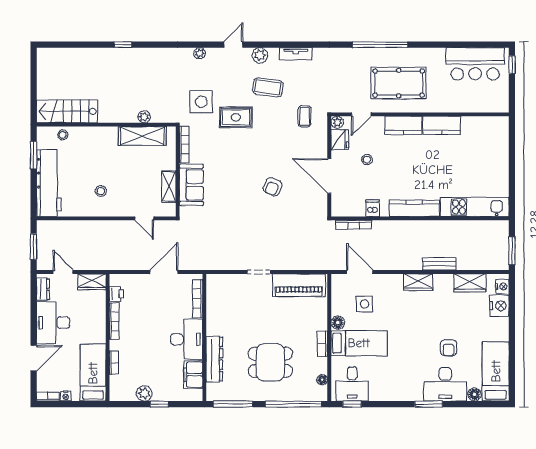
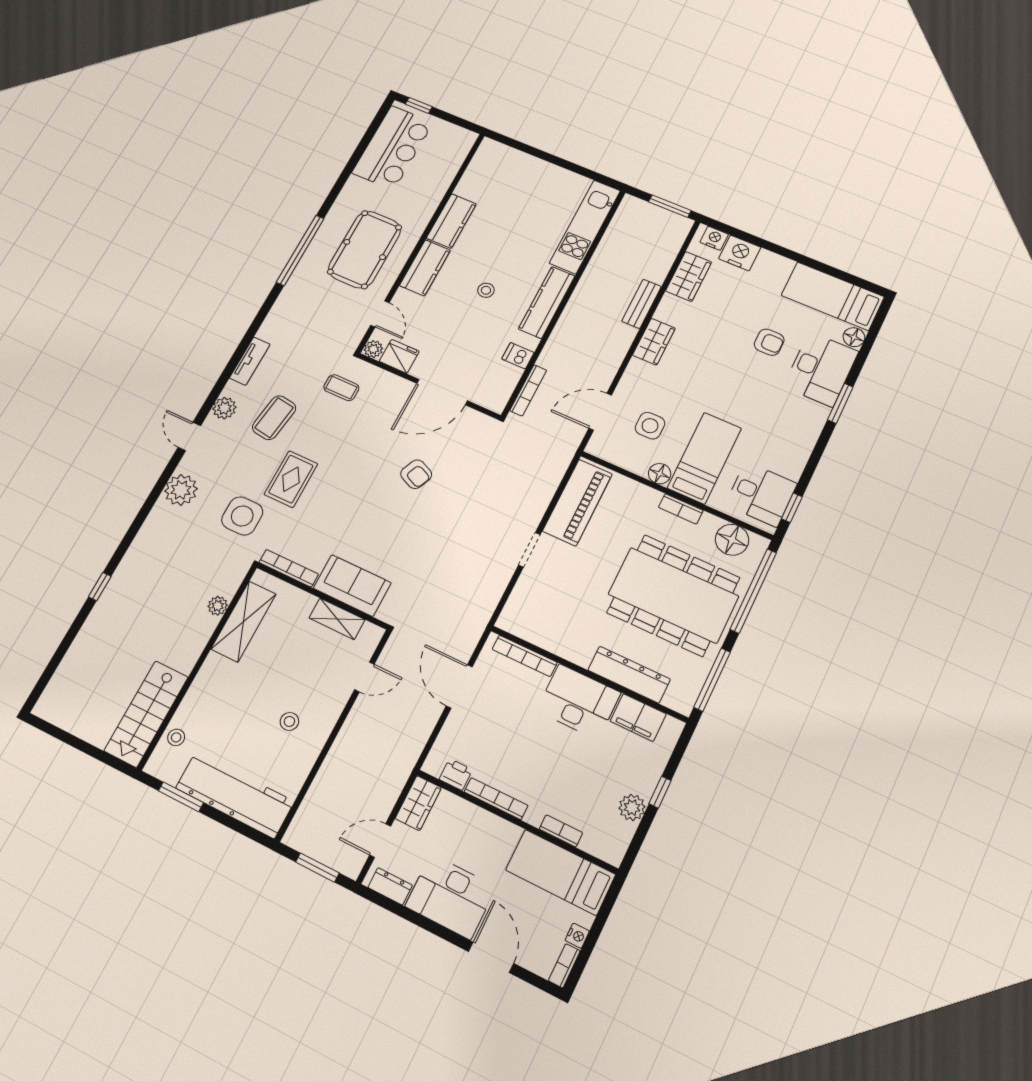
plant: (200, 53) -> (181, 490), width x1.88, depth x1.88
stool: (367, 160) -> (486, 290), moved
dining table: (270, 362) -> (673, 595), width x1.88, depth x1.24
floor lamp: (322, 380) -> (732, 540), width x1.89, depth x1.89

